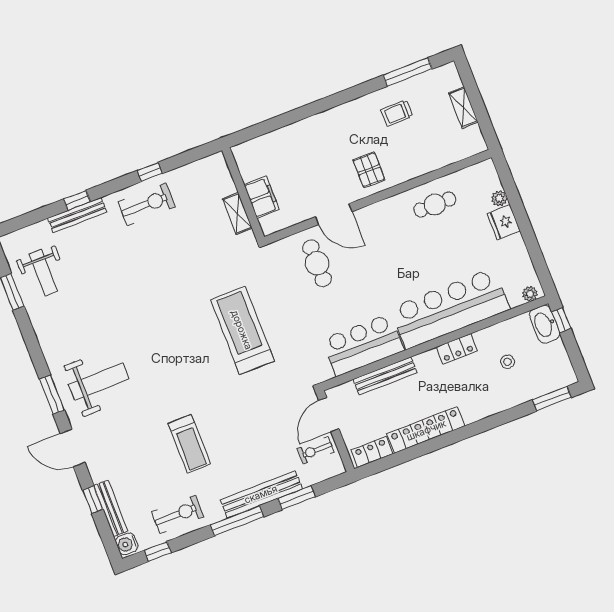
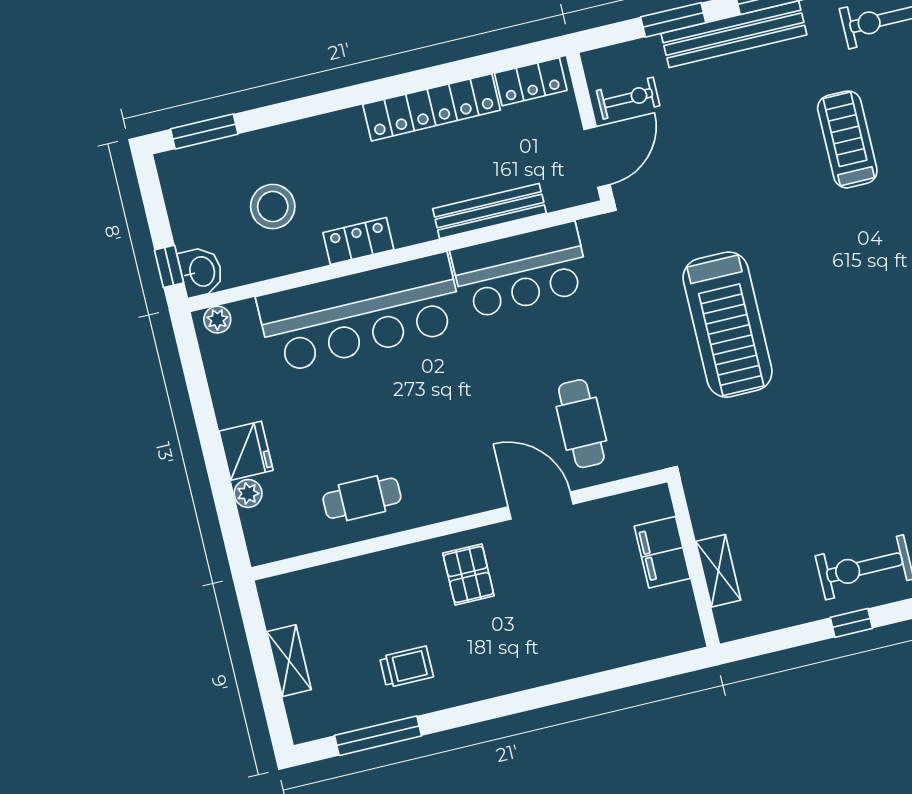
shelving: (237, 214) -> (718, 571), moved
washbasin: (545, 324) -> (201, 272), width x0.72
stool: (508, 362) -> (273, 207), width x1.89, depth x1.89

